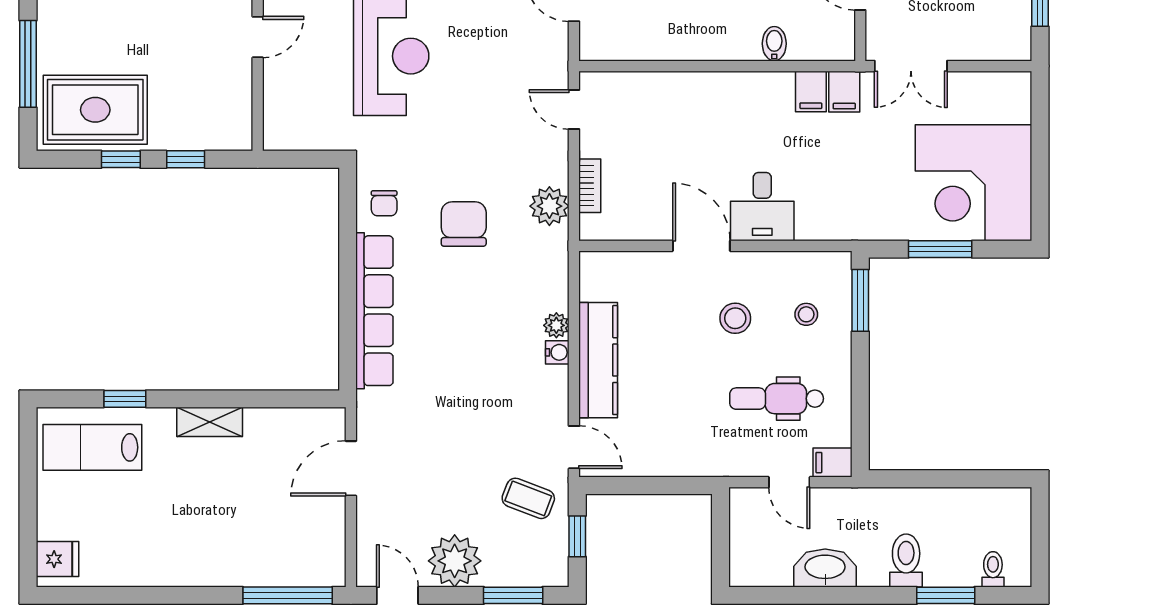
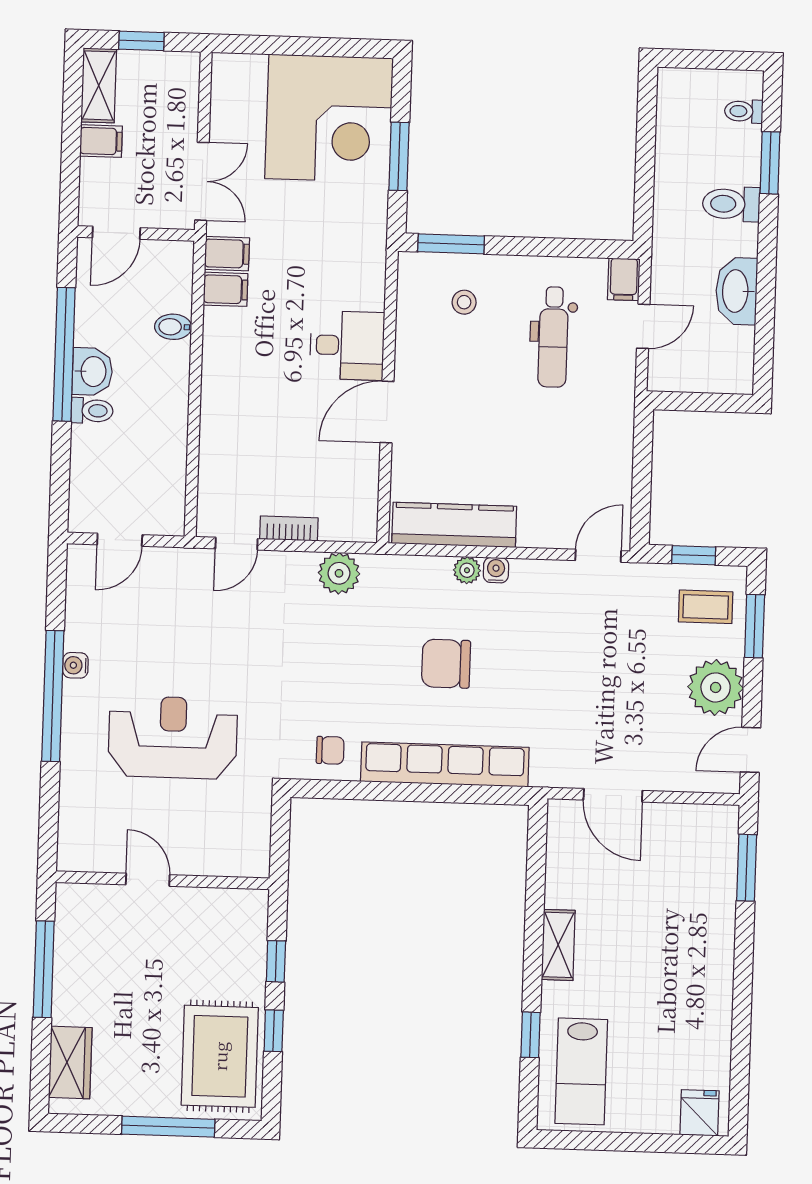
bookcase: (590, 186) -> (289, 528), moved
chair: (464, 224) -> (446, 664), moved
stool: (735, 318) -> (466, 378), removed
kitchen counter: (598, 360) -> (454, 525), moved
coffee table: (528, 498) -> (706, 607), moved, turned 69
window: (288, 595) -> (747, 868), width x0.69

